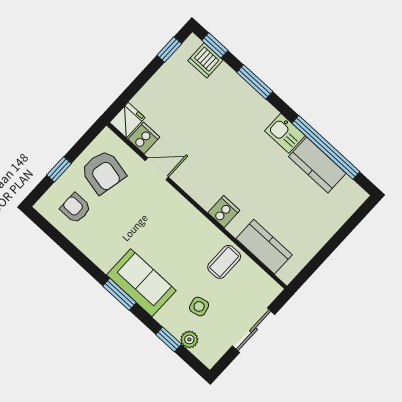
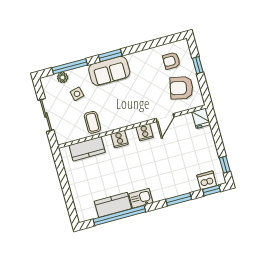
cooker: (144, 138) -> (145, 132), moved
armchair: (75, 208) -> (171, 61), turned 180
window: (169, 339) -> (70, 66), width x2.17

